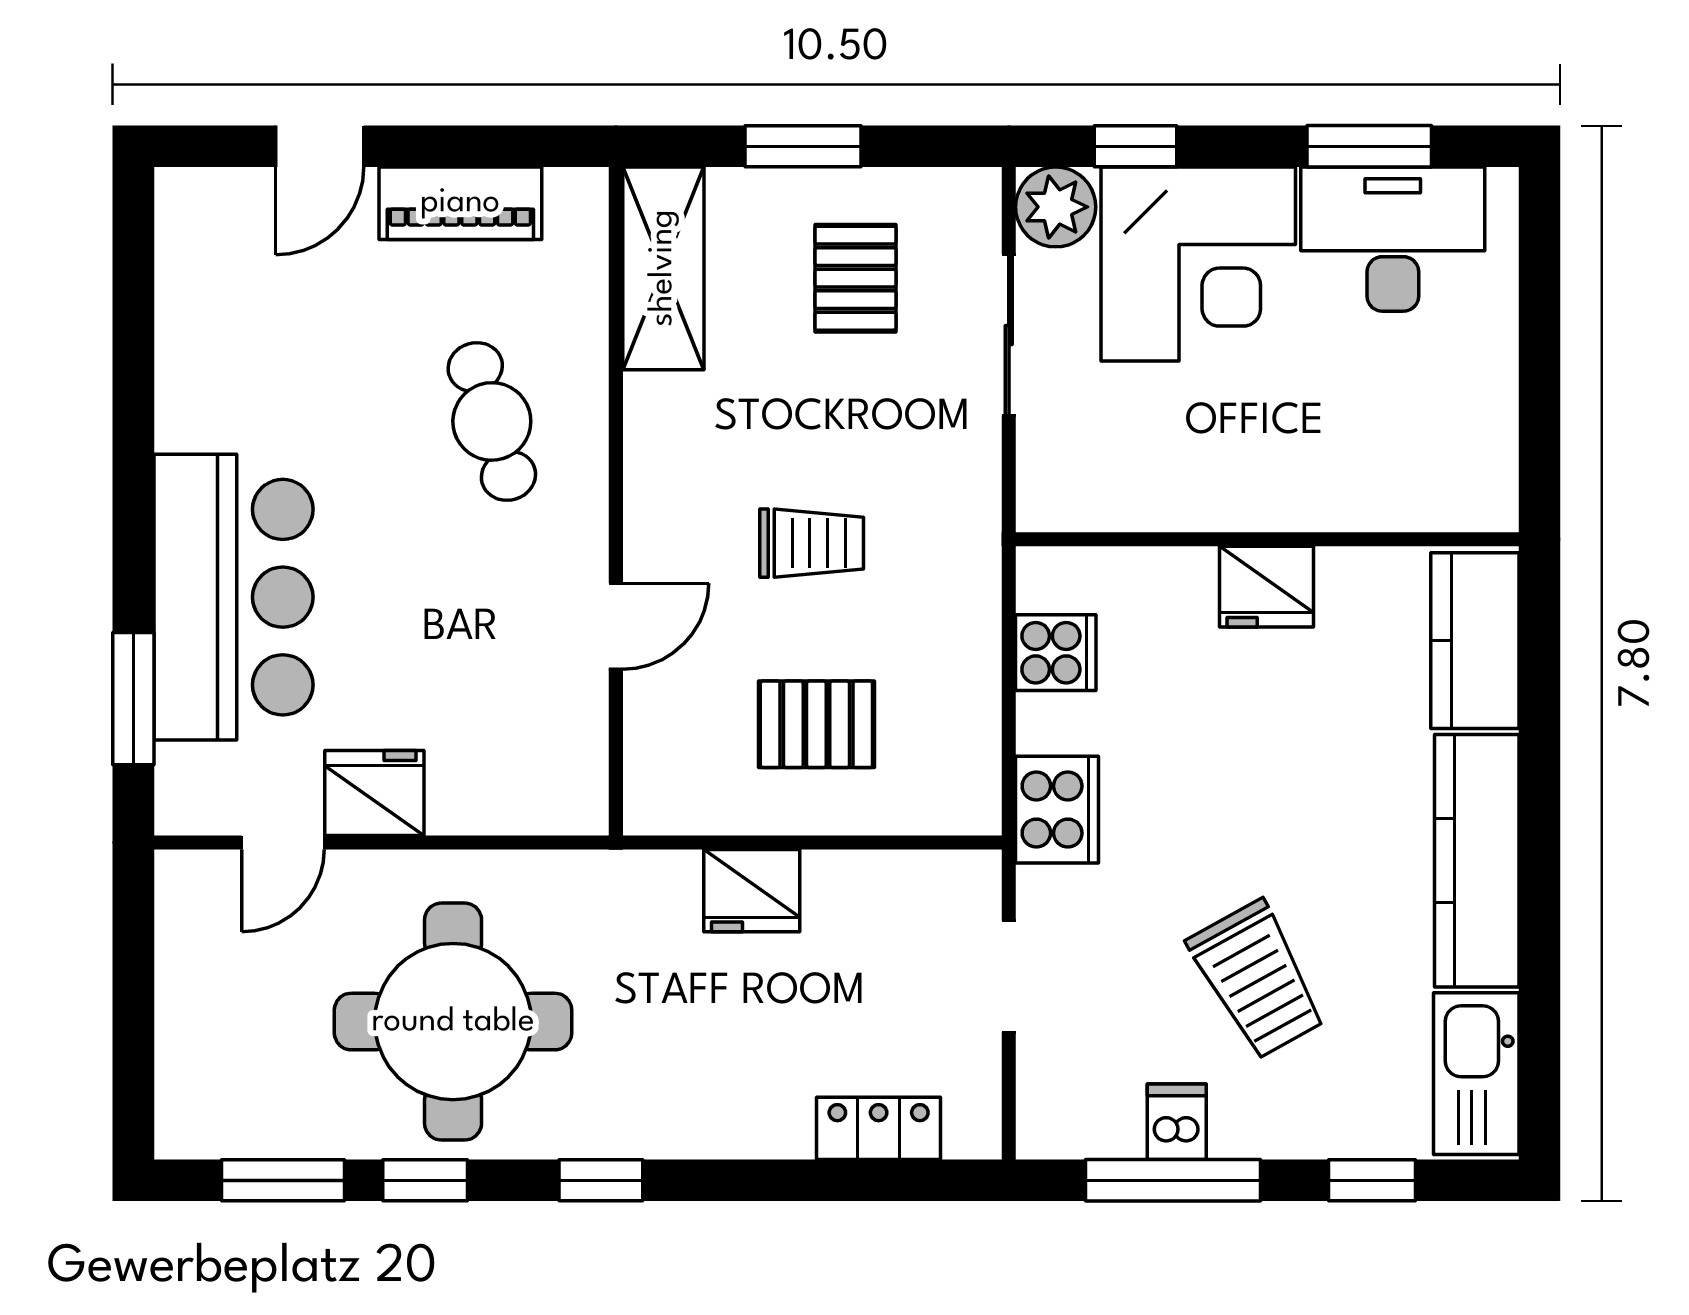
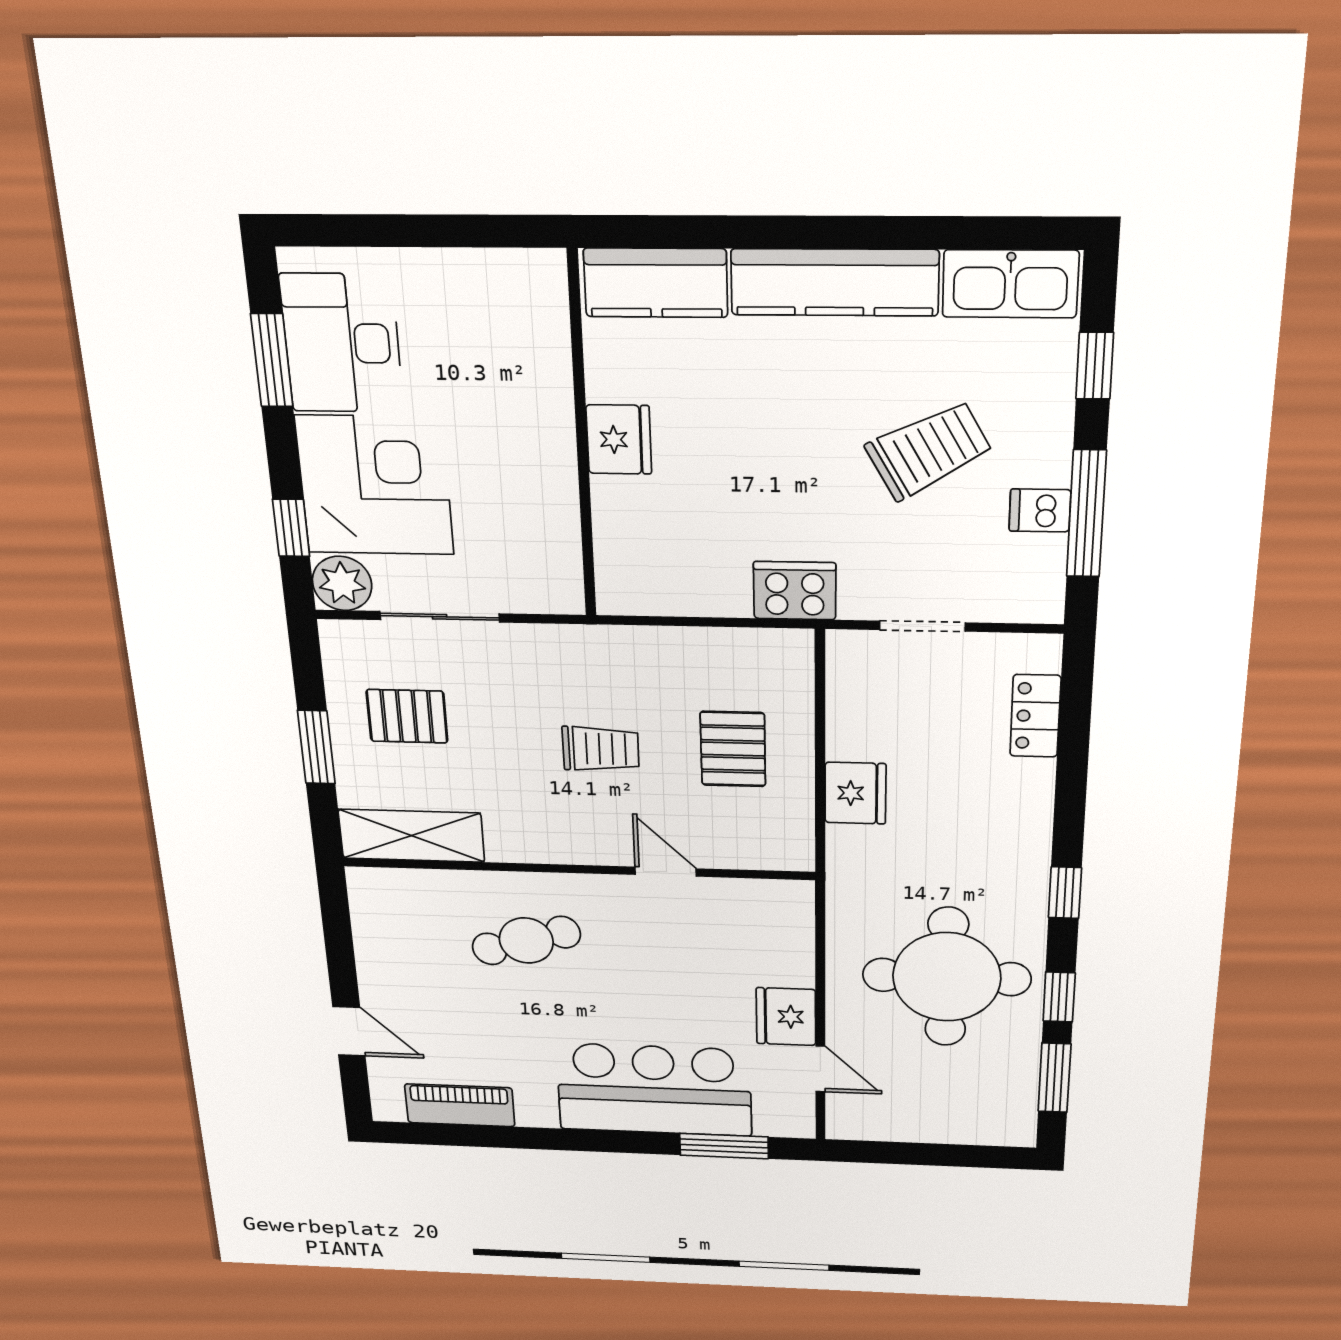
piano: (460, 203) -> (460, 1105), moved, turned -90
trolley: (812, 543) -> (601, 749), turned 90
cooker: (1056, 653) -> (675, 589), removed

